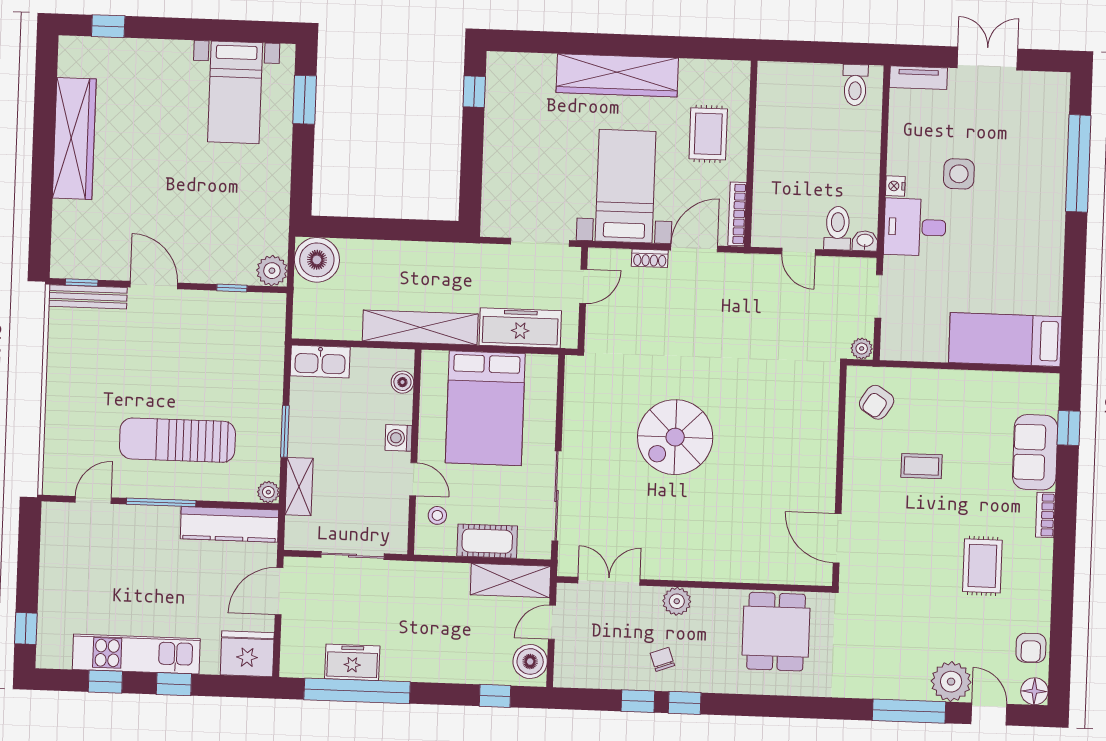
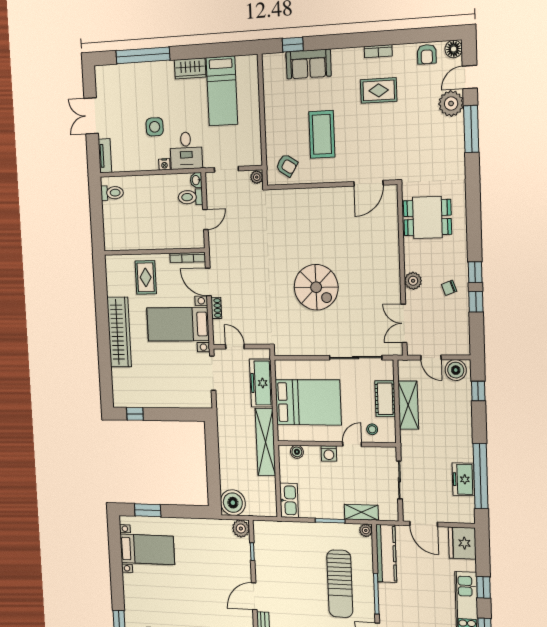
rug: (708, 134) -> (146, 277), turned 90
wardrobe: (1049, 246) -> (190, 68), added
bed: (1005, 340) -> (222, 91), moved
coffee table: (921, 466) -> (322, 134), width x1.86, depth x1.72
bookcase: (1045, 515) -> (378, 51), moved
shelving: (510, 580) -> (408, 405), moved
armchair: (1031, 648) -> (427, 54), turned 90

